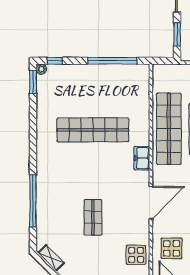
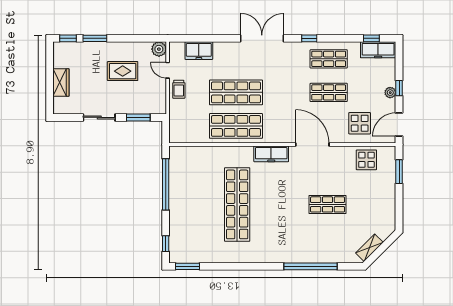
plant: (41, 69) -> (174, 258), removed
shop shelf: (169, 129) -> (236, 126), width x0.71
freezer: (142, 158) -> (271, 154), width x1.40

